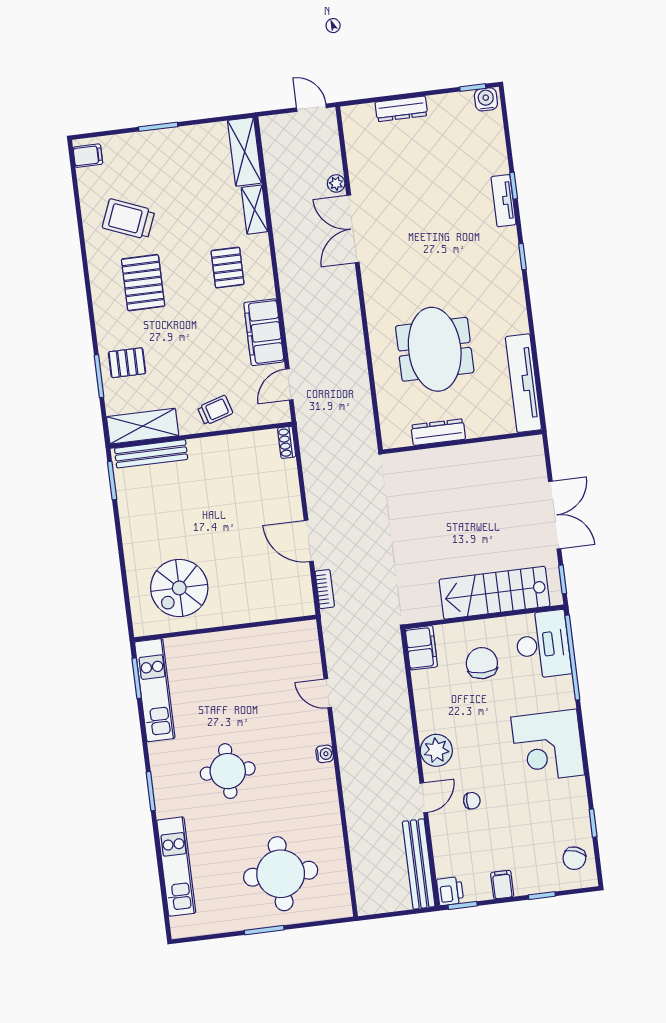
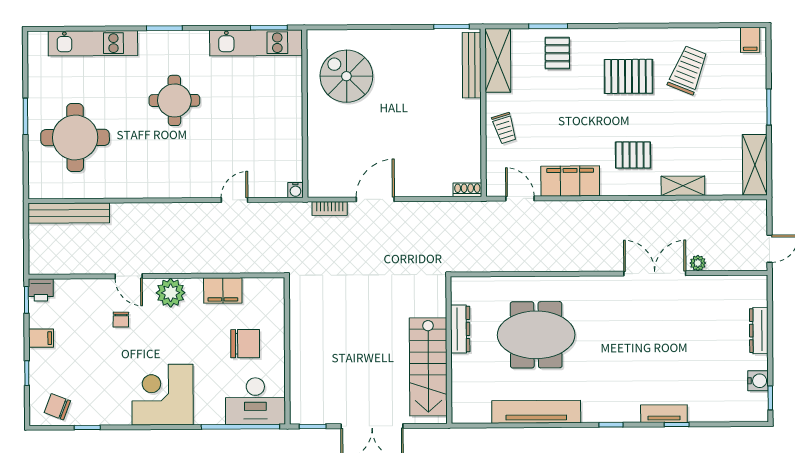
water cooler: (486, 99) -> (758, 381), moved
shelving: (245, 152) -> (755, 165), moved, turned 90
tv unit: (523, 383) -> (536, 412), moved
stairs: (495, 593) -> (428, 367), moved, turned 180
filing cabinet: (421, 648) -> (223, 290), moved
water cooler: (325, 754) -> (295, 190), moved
bench: (419, 864) -> (69, 213), moved

